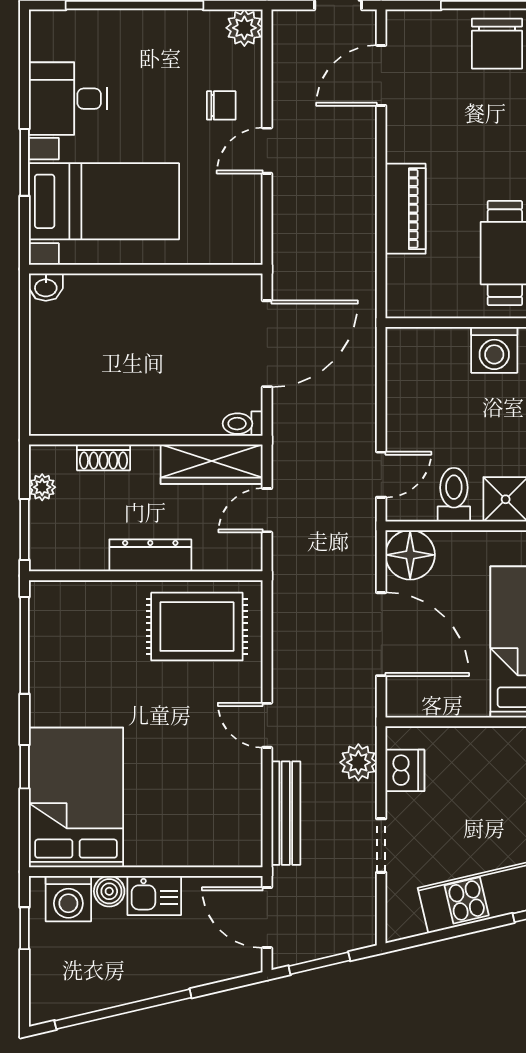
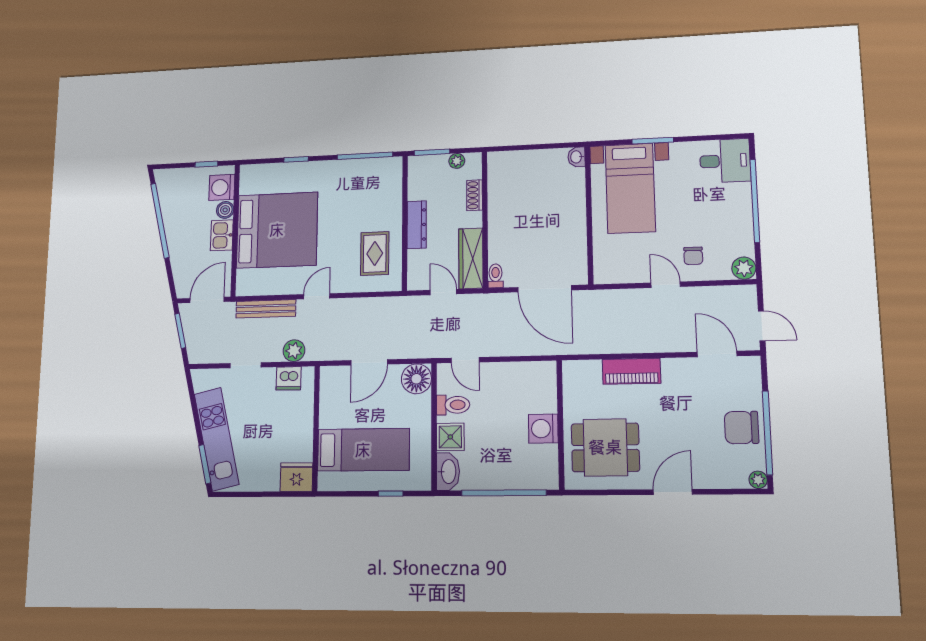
desk: (68, 99) -> (725, 161), moved, turned 90
rug: (197, 627) -> (375, 253), width x0.73, depth x0.70
door: (381, 634) -> (369, 362), width x0.73
bed: (76, 797) -> (277, 230), moved, width x1.36

